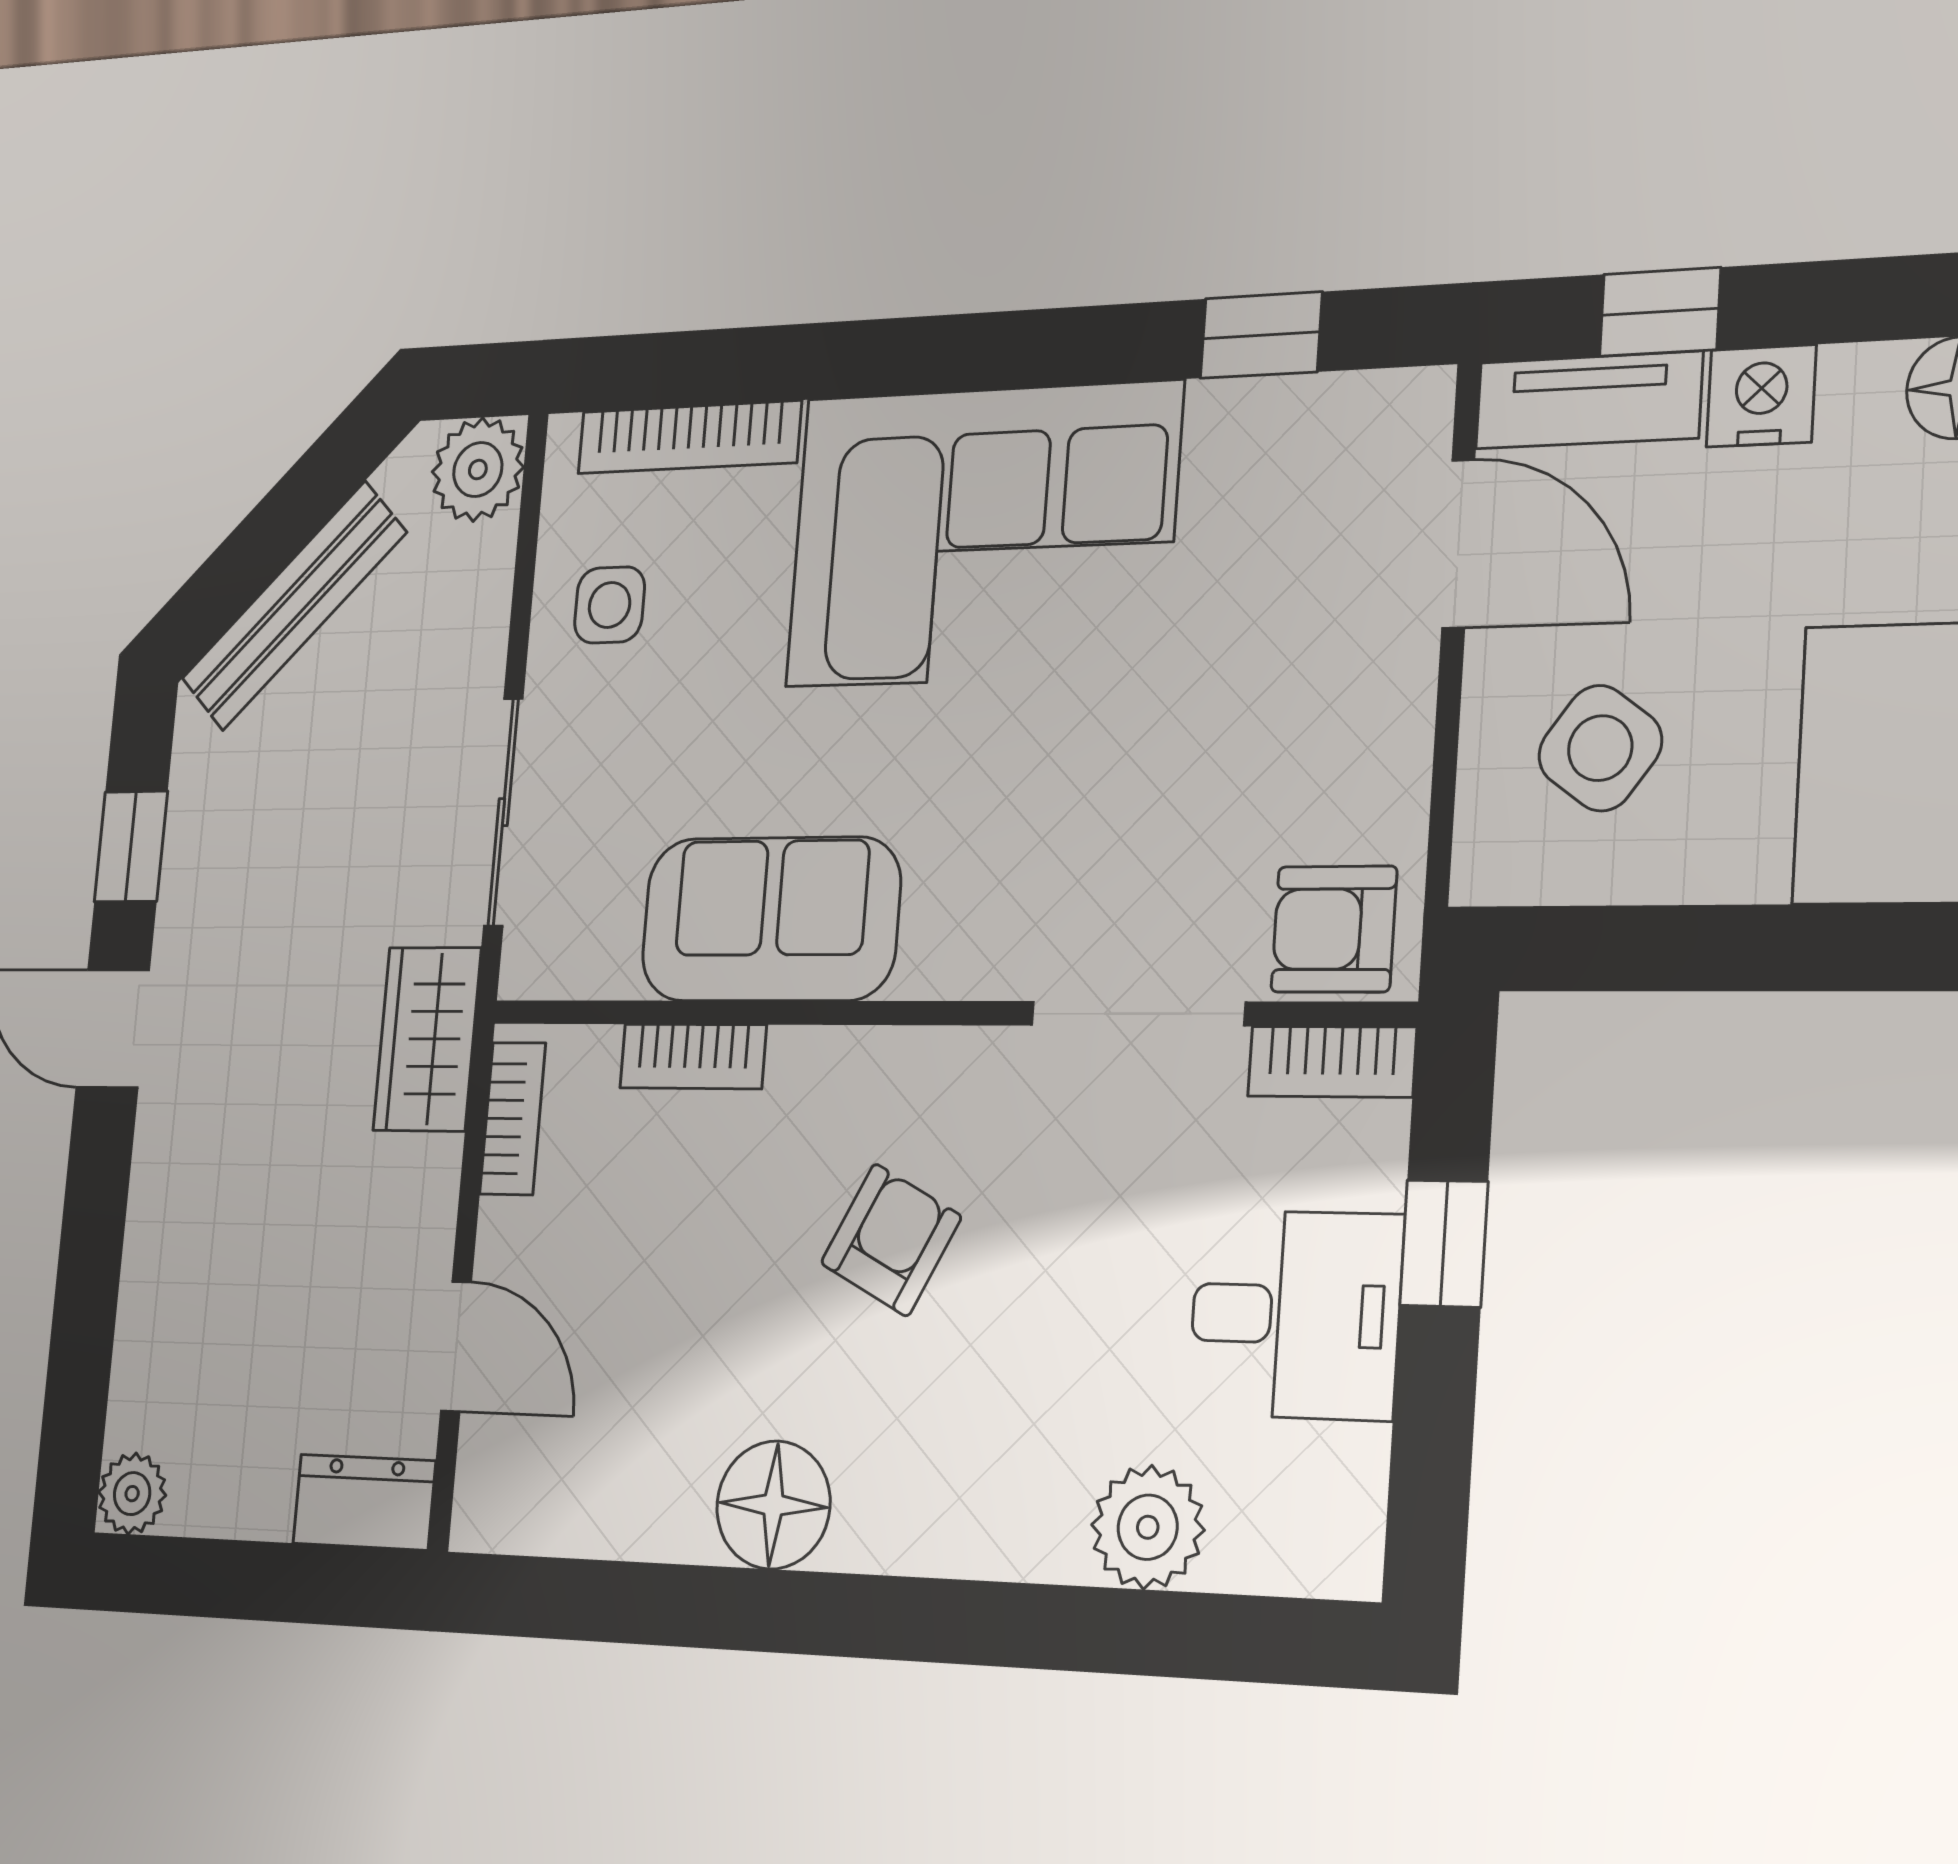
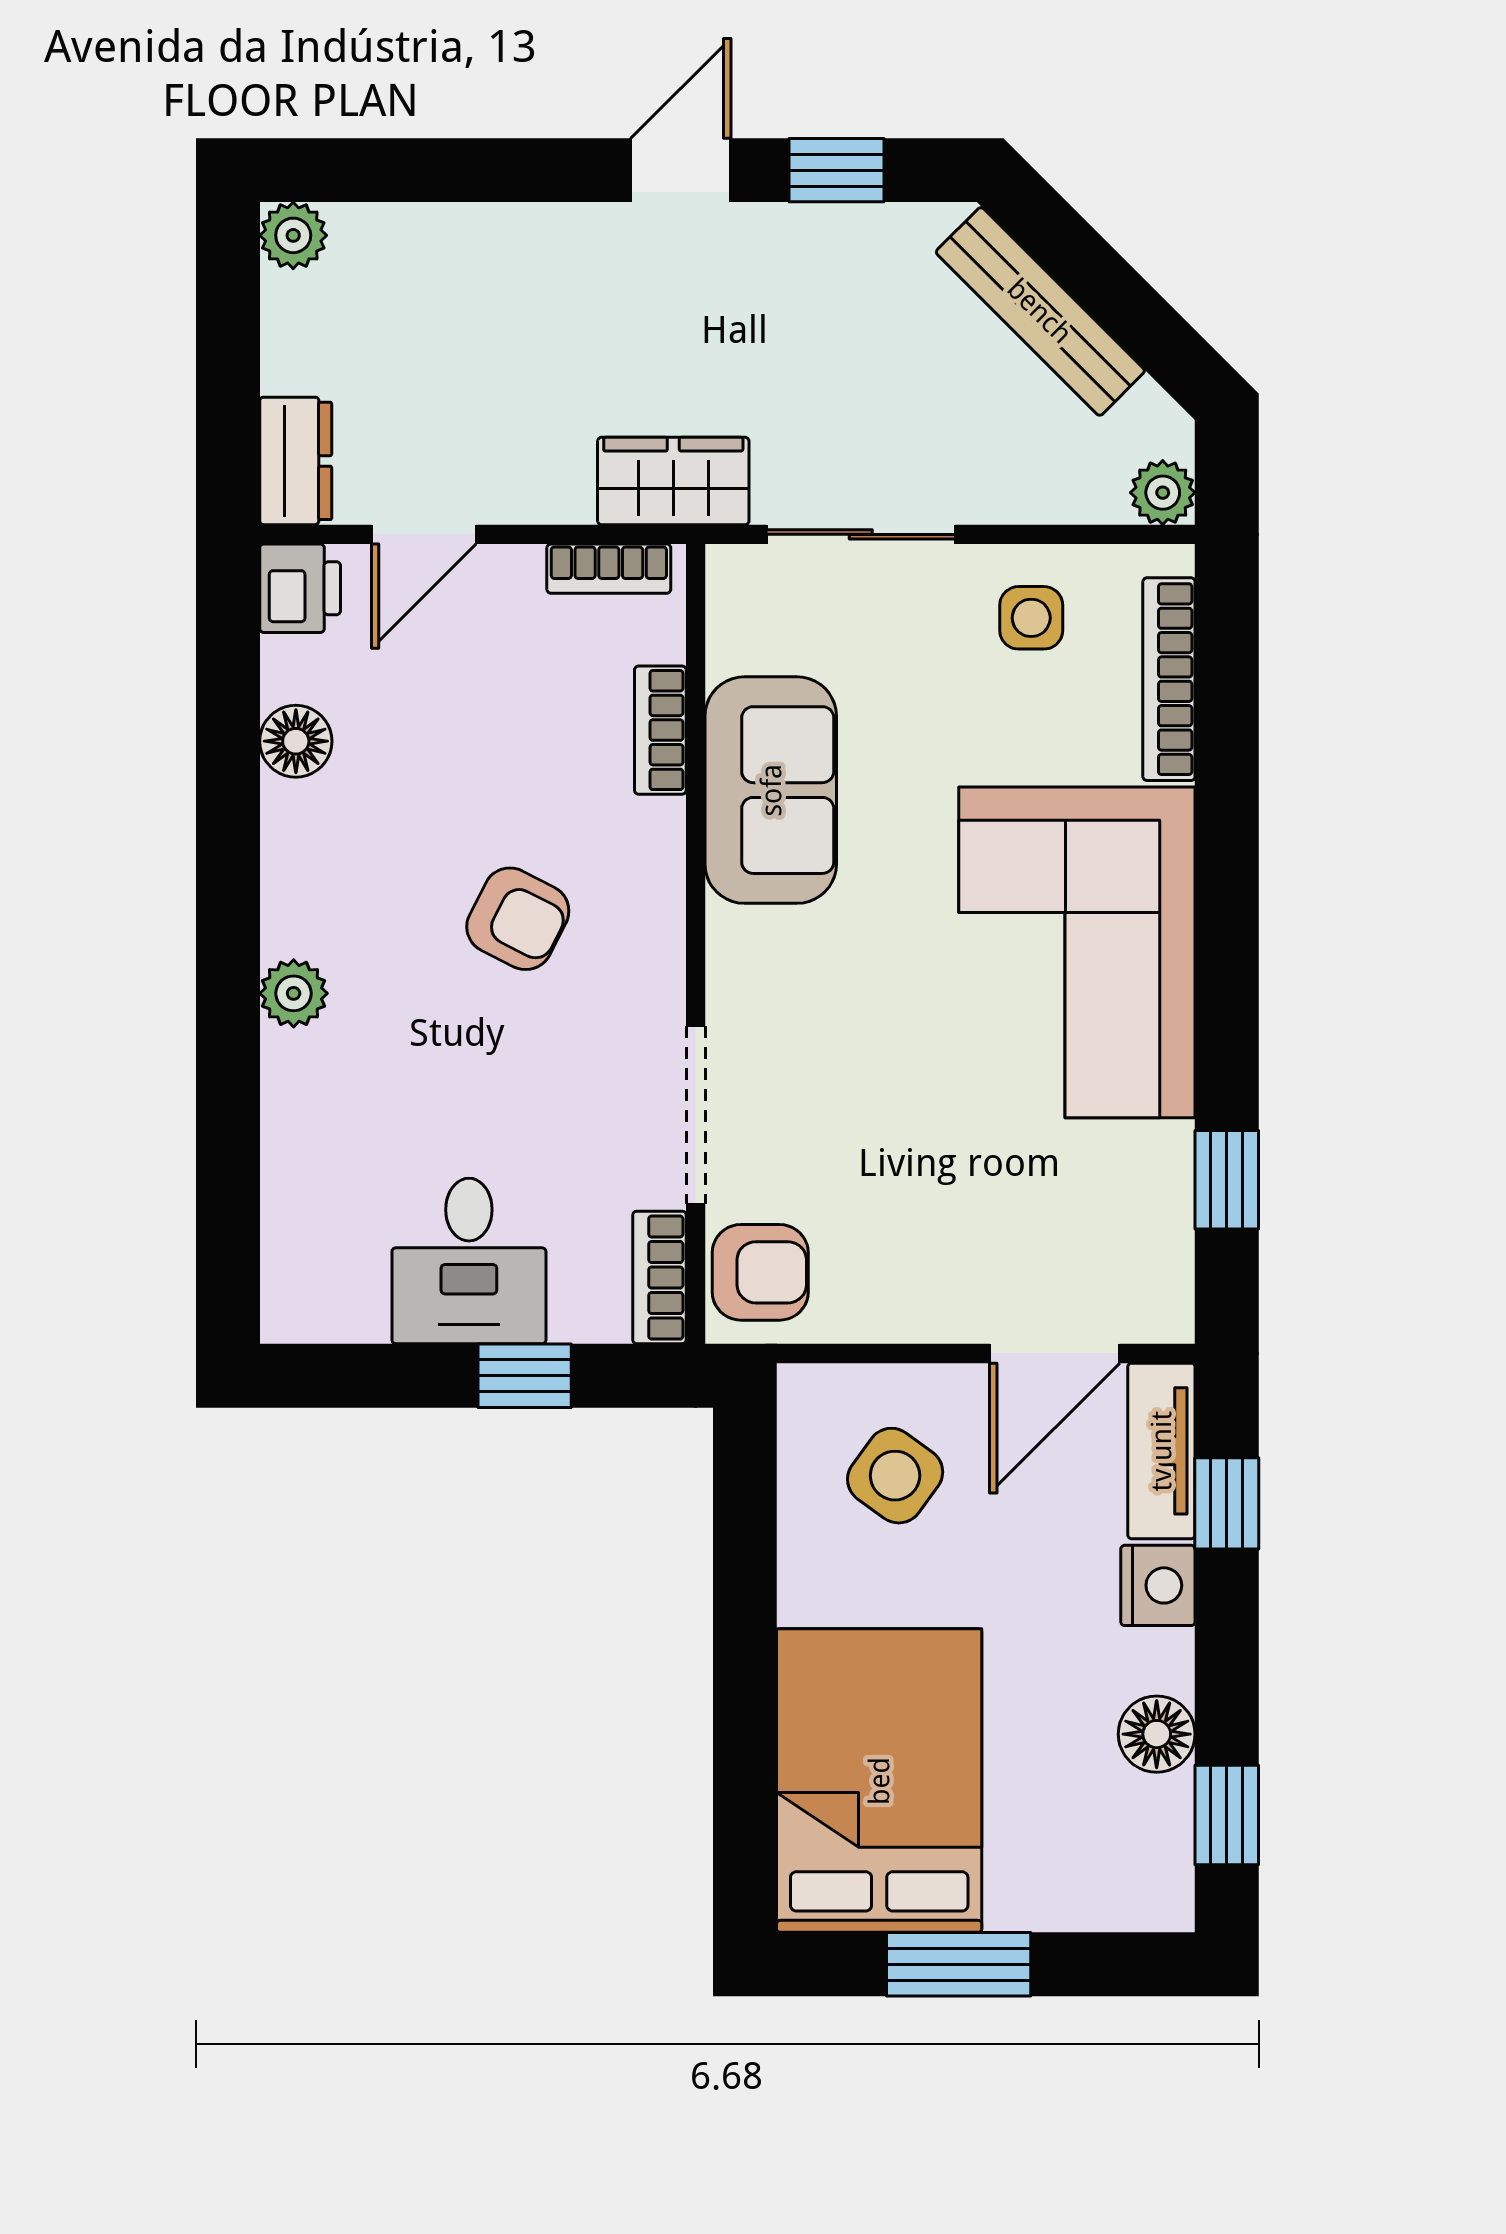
plant: (478, 470) -> (1163, 493), width x0.73, depth x0.73
armchair: (1334, 929) -> (760, 1272), turned 90
printer: (500, 1503) -> (300, 588), added
floor lamp: (773, 1505) -> (296, 741), moved, width x0.73, depth x0.73
plant: (1148, 1527) -> (294, 993), moved, width x0.73, depth x0.73

